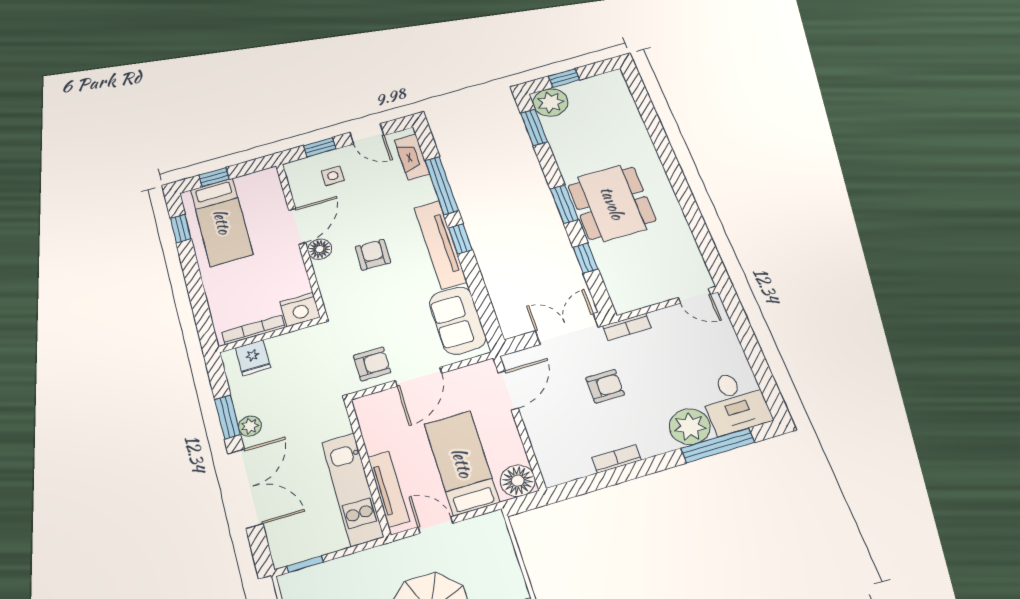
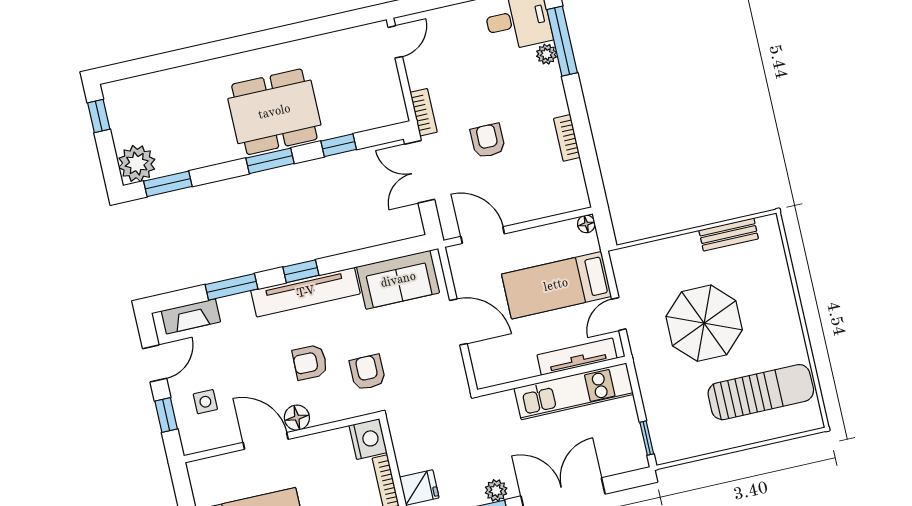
window: (564, 78) -> (99, 116), moved
window: (442, 185) -> (231, 287), width x0.69
armchair: (372, 364) -> (367, 372), moved
plant: (690, 427) -> (547, 54), width x0.53, depth x0.53
floor lamp: (518, 481) -> (586, 224), width x0.53, depth x0.53

